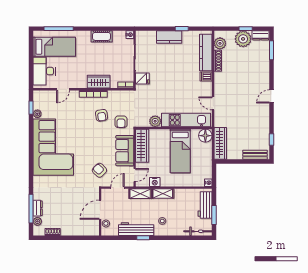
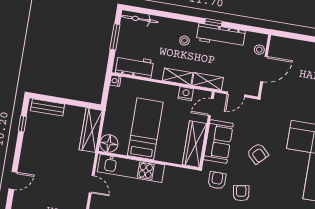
plant: (155, 121) -> (172, 174), removed
armchair: (99, 170) -> (258, 154), moved
workbench: (205, 205) -> (134, 67), moved, turned -90

